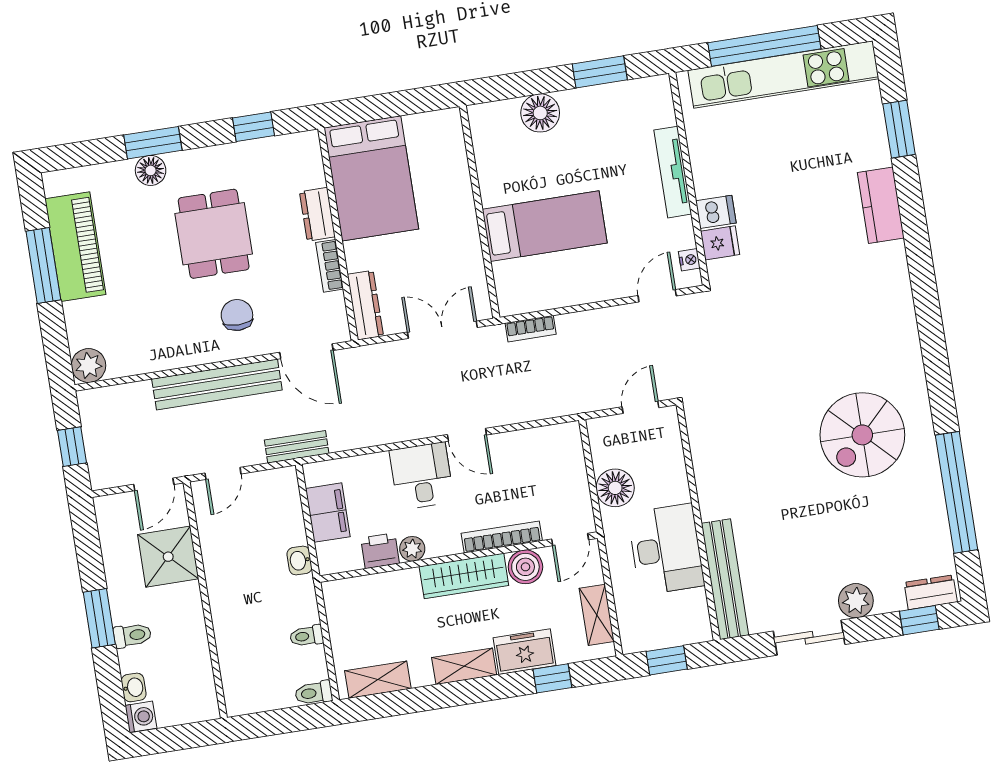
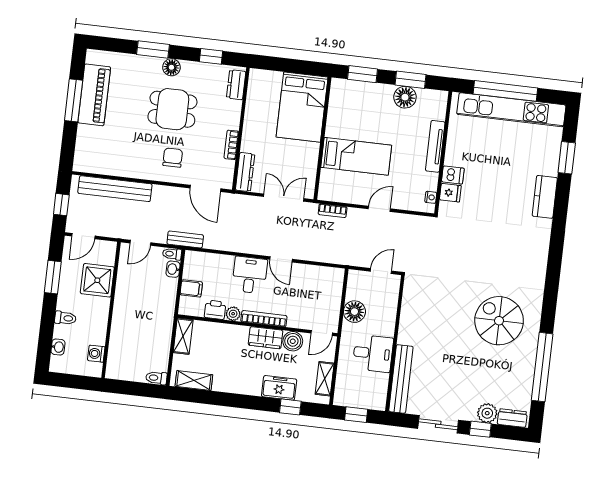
window: (516, 85) -> (362, 74), added
floor lamp: (540, 113) -> (405, 97), moved
floor lamp: (151, 170) -> (171, 67), moved
bed: (371, 178) -> (302, 107), moved
dresser: (317, 214) -> (236, 85), moved
dining table: (214, 234) -> (172, 109), turned 90
door: (657, 296) -> (379, 209), moved
plant: (89, 365) -> (83, 162), removed
bench: (217, 384) -> (115, 189), moved
spiral stairs: (862, 435) -> (499, 321), turned 90
door: (154, 484) -> (83, 236), moved
filing cabinet: (328, 513) -> (191, 288), width x0.50
bookcase: (502, 537) -> (264, 319), moved
desk: (666, 549) -> (373, 353), width x0.73
washbasin: (299, 560) -> (173, 269), moved
wardrobe: (464, 576) -> (266, 338), width x0.67
plant: (856, 601) -> (487, 413), moved
window: (99, 618) -> (53, 277), moved
window: (919, 620) -> (480, 429), moved
toilet: (307, 636) -> (172, 254), moved
shelving: (464, 666) -> (183, 336), moved, turned 90
washing machine: (141, 717) -> (96, 354), moved, turned 180

